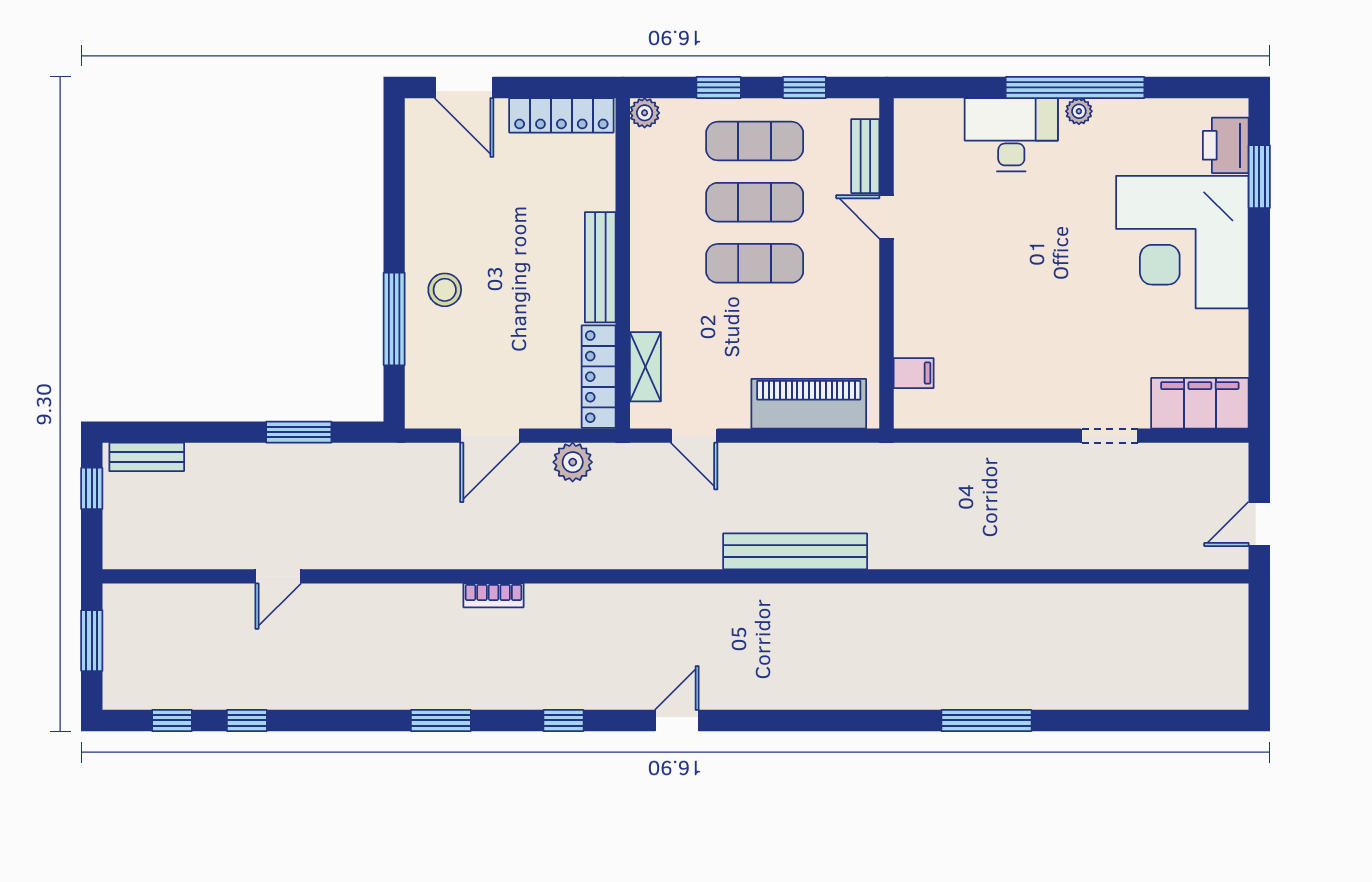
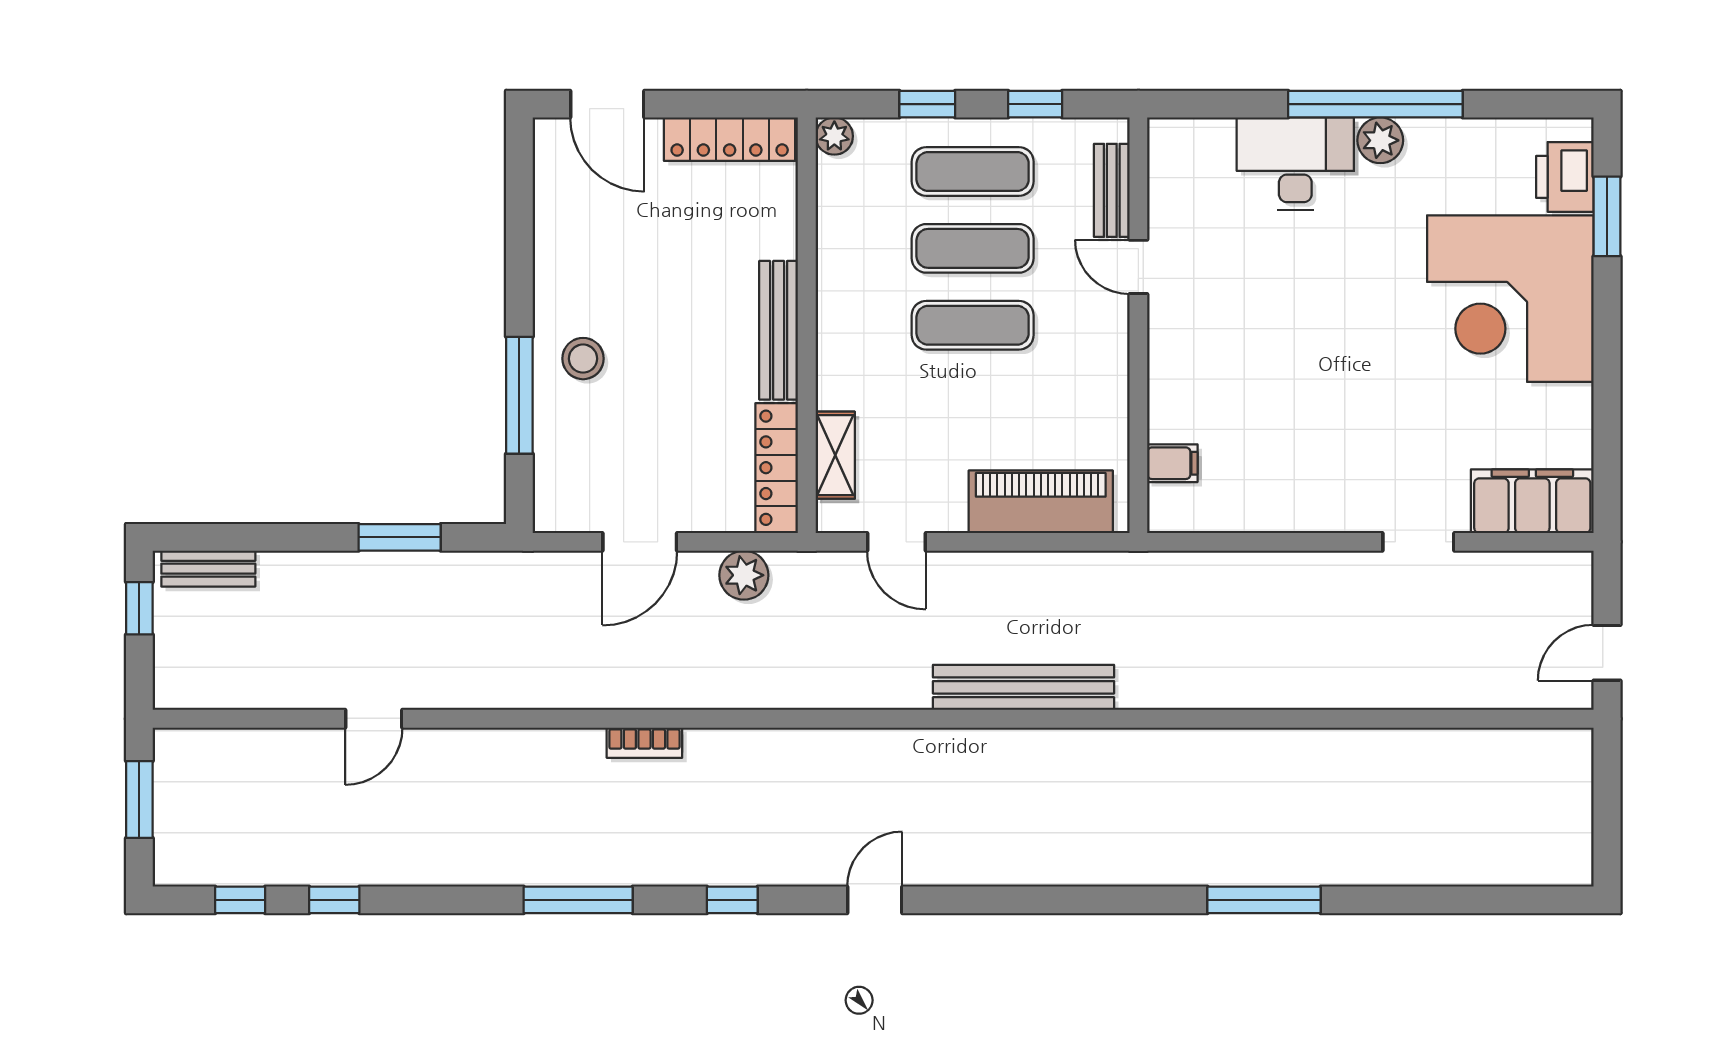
plant: (1079, 111) -> (1380, 140), width x1.38, depth x1.38
window: (441, 720) -> (578, 900), width x1.44

